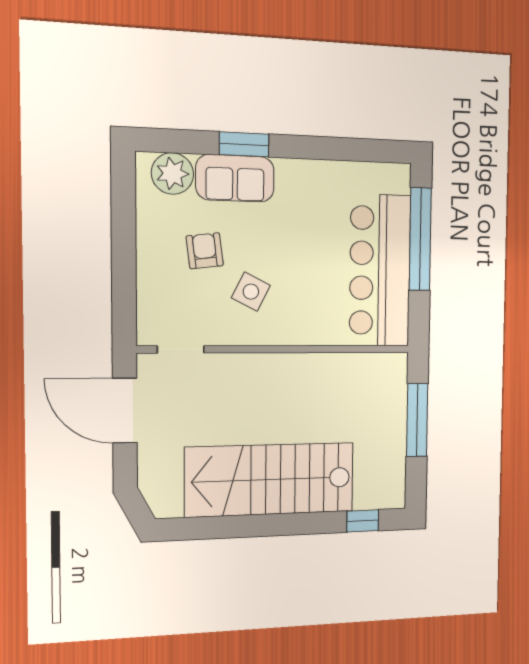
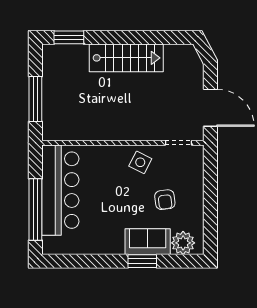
side table: (251, 292) -> (140, 162), moved
stairs: (270, 480) -> (126, 58), width x0.73, depth x0.66
window: (363, 521) -> (69, 37), width x1.50

